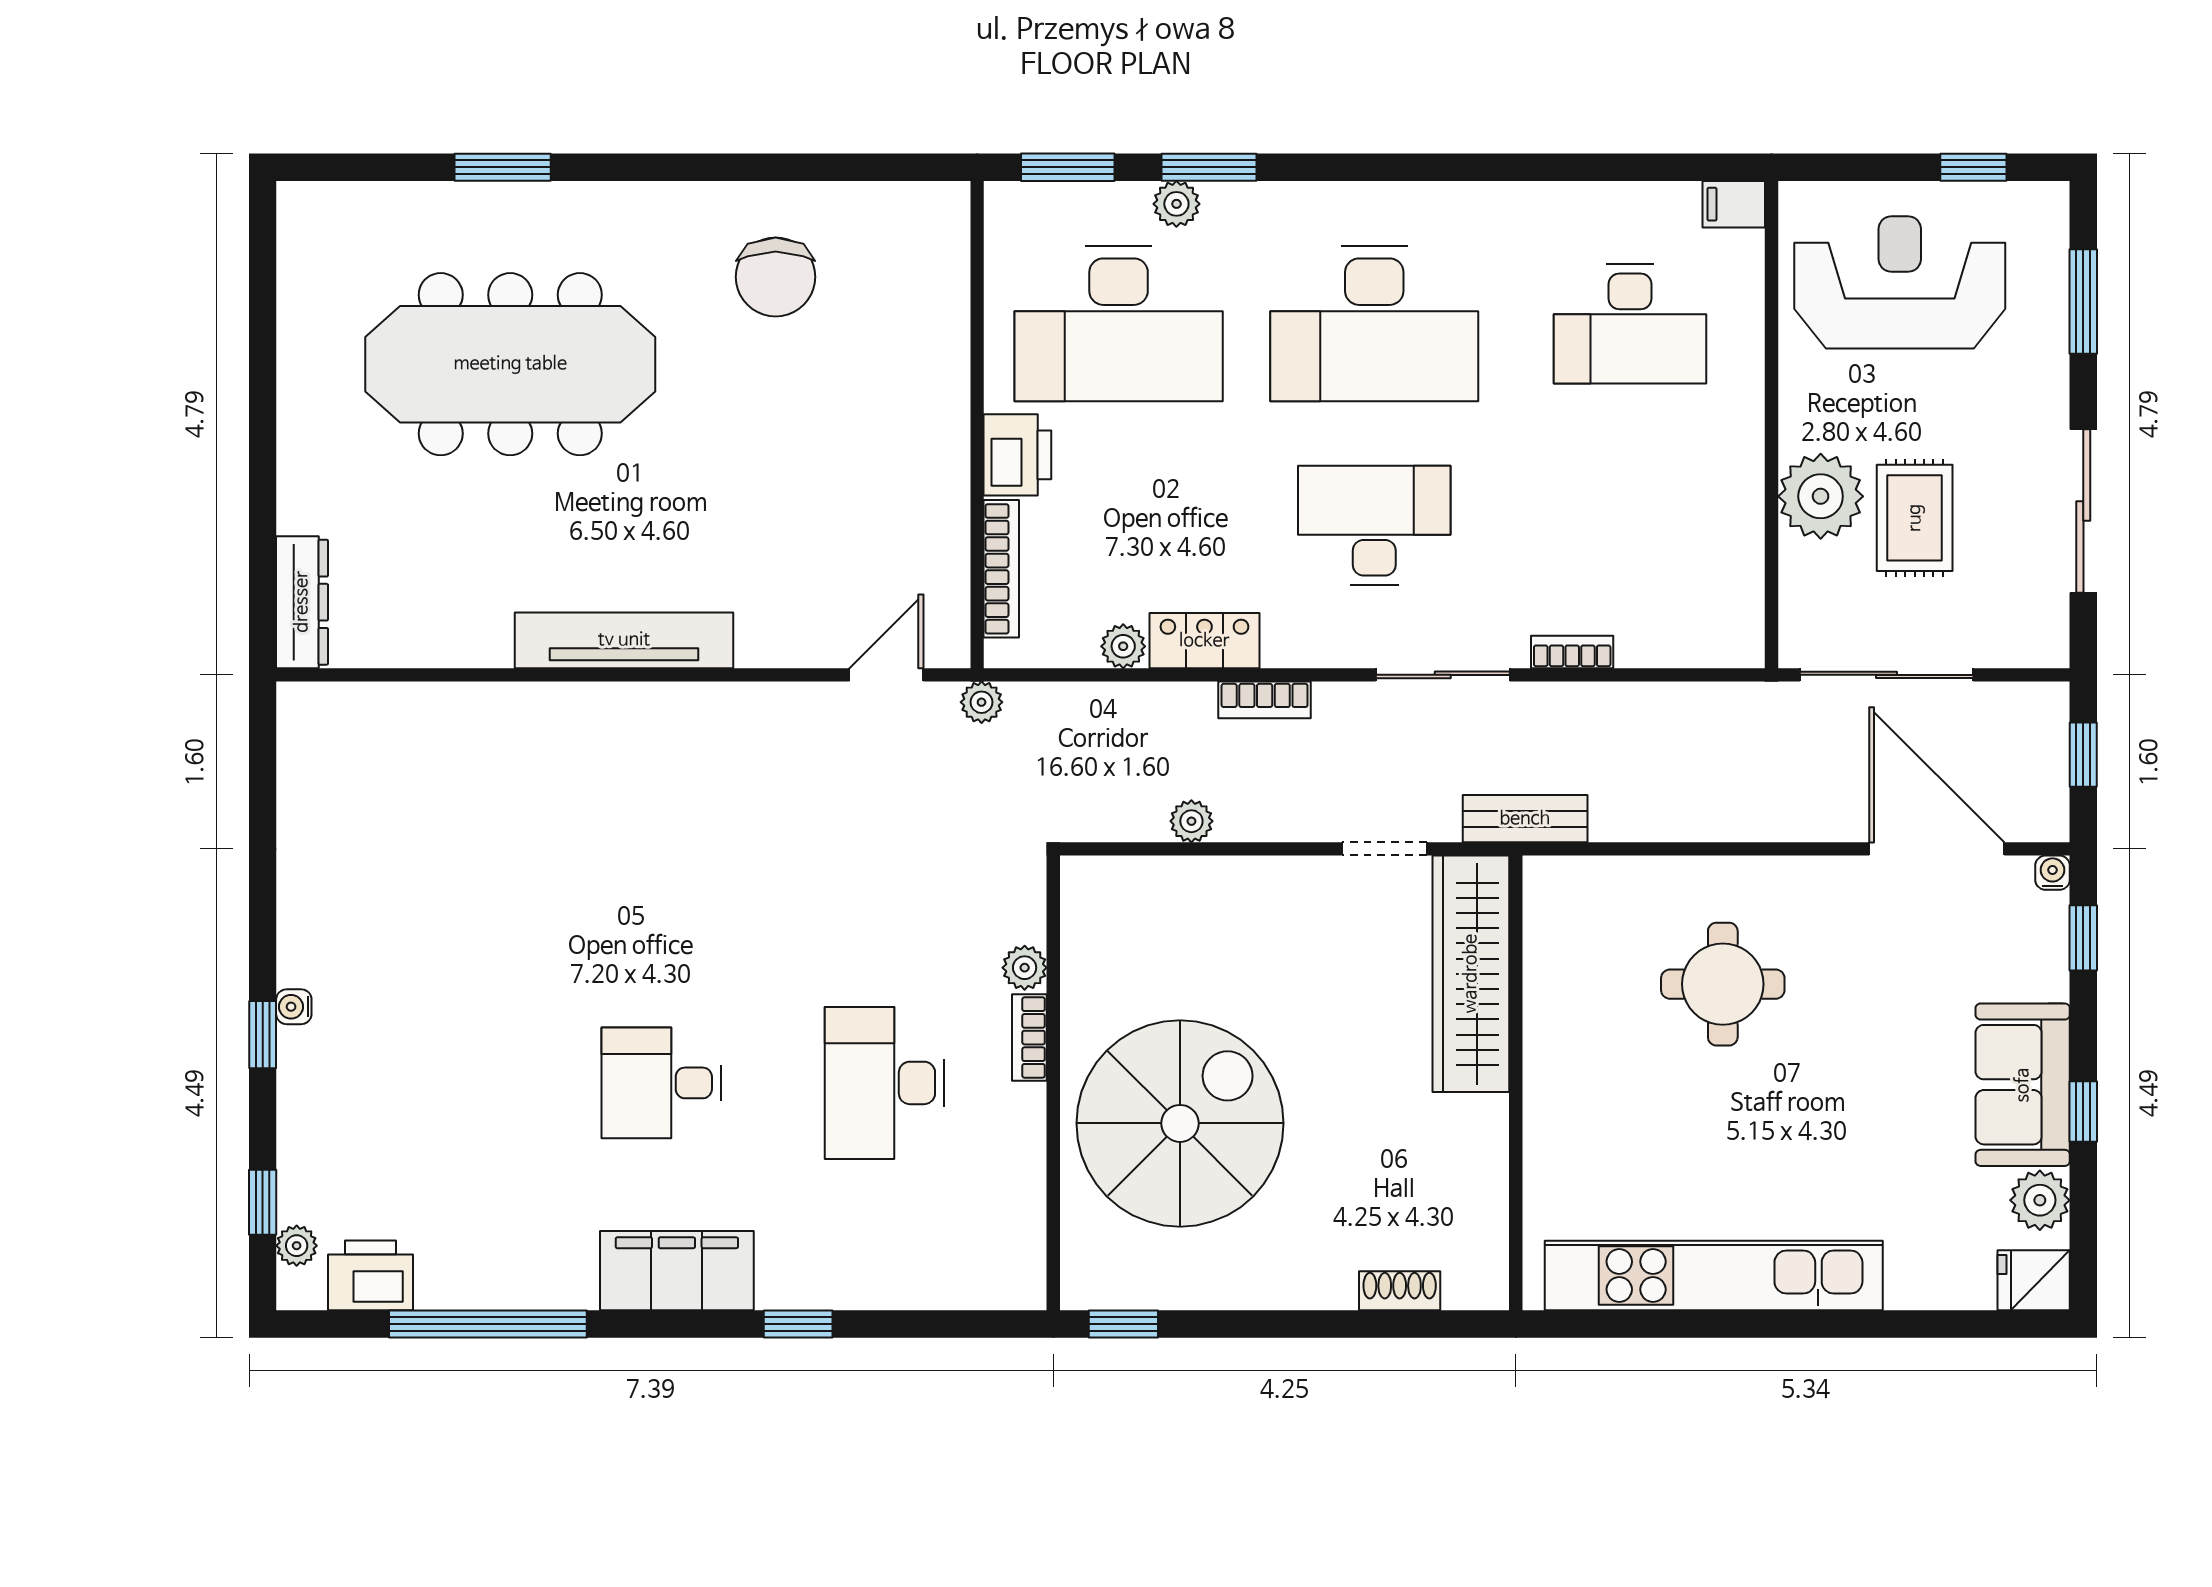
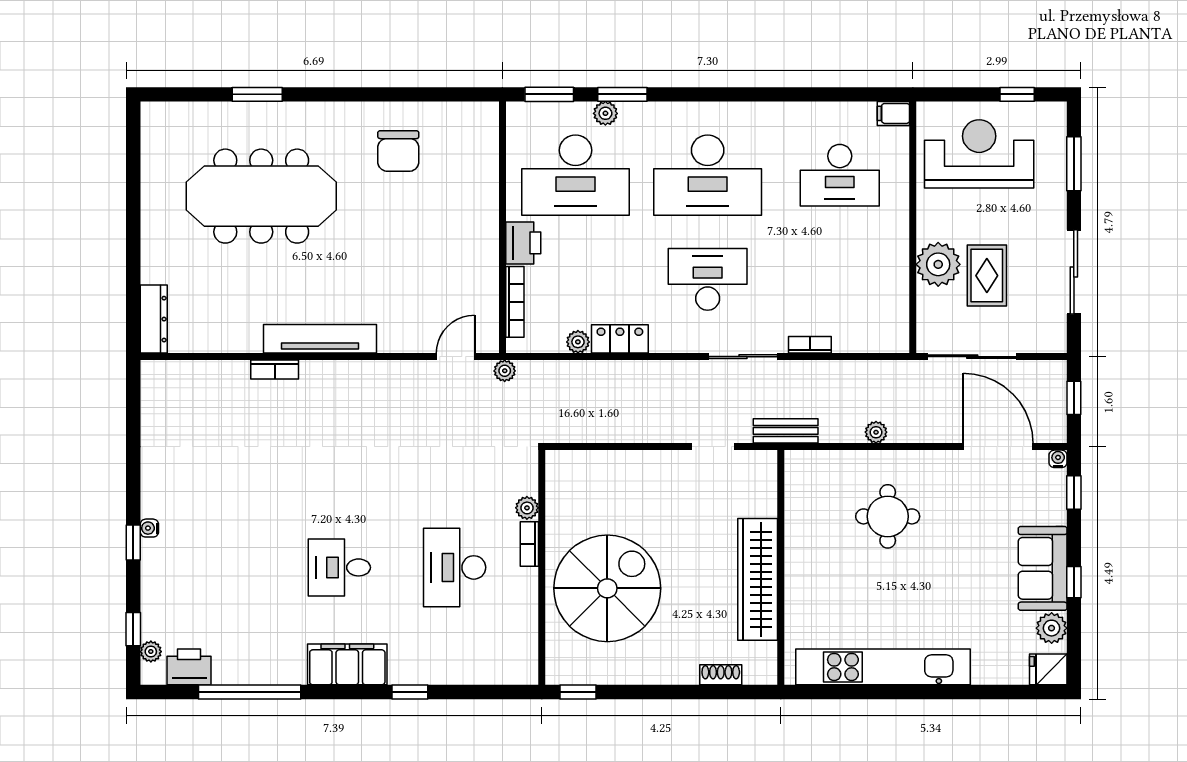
bookcase: (1265, 700) -> (275, 370), moved
plant: (1191, 821) -> (876, 432), moved
wardrobe: (1471, 974) -> (758, 579), moved

